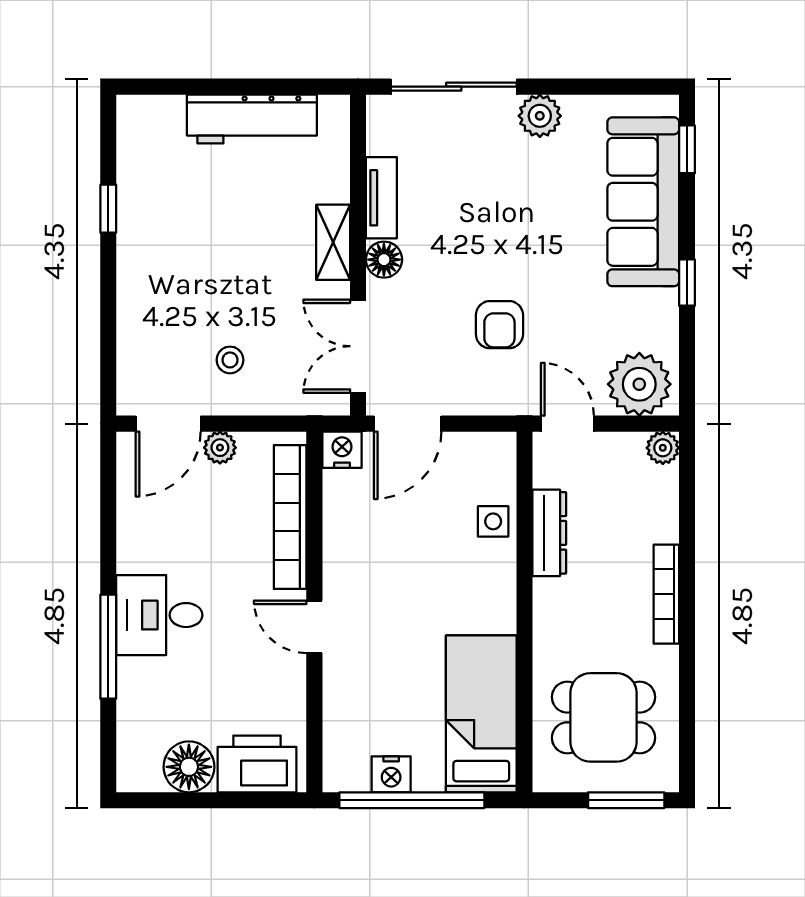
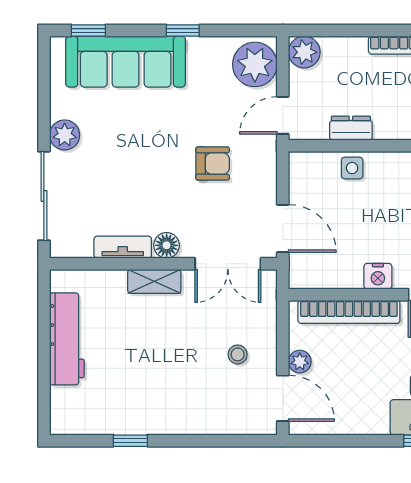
plant: (663, 448) -> (304, 52), width x1.38, depth x1.38
nightstand: (342, 450) -> (378, 276), moved, turned -90
dresser: (549, 533) -> (351, 128), width x0.70

